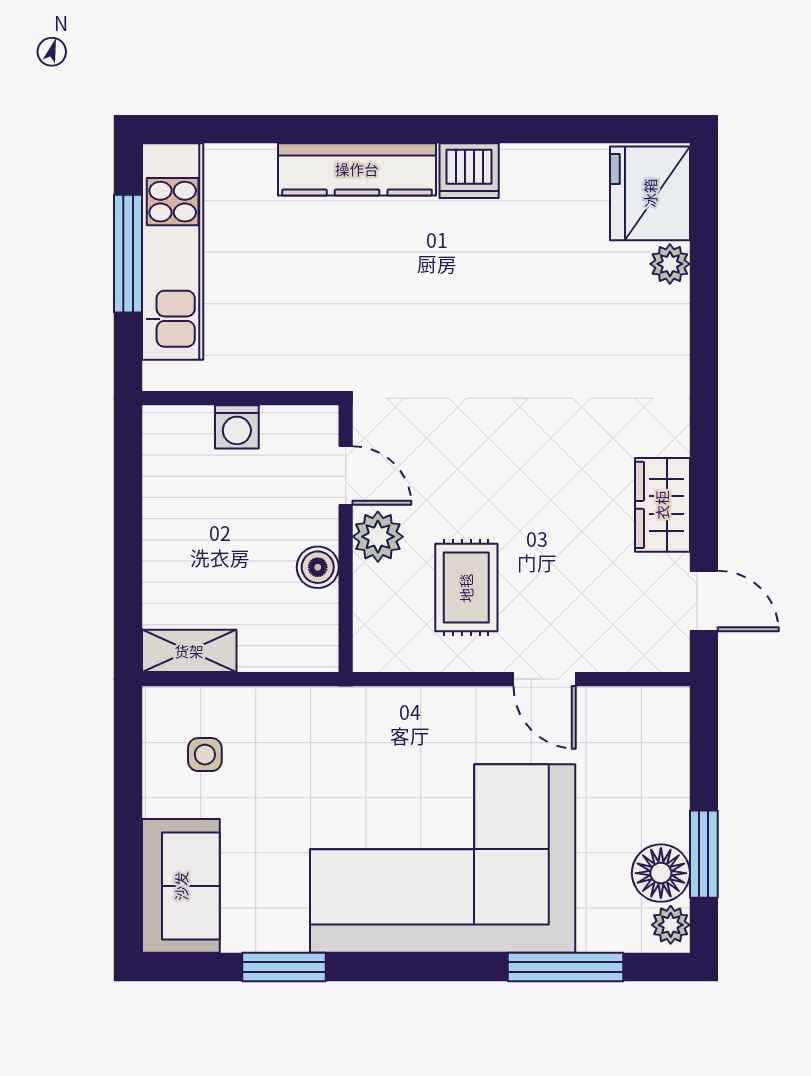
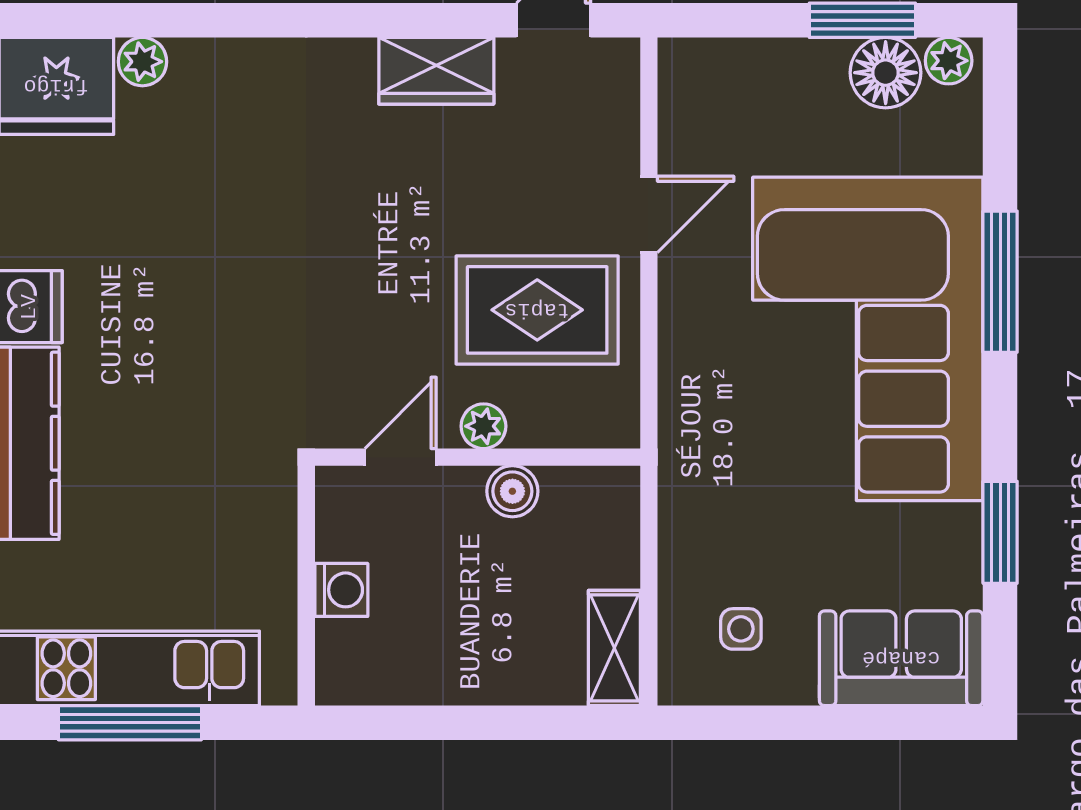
plant: (378, 537) -> (483, 426), width x0.73, depth x0.73
rug: (466, 588) -> (537, 310), width x1.36, depth x1.43
window: (566, 967) -> (1000, 282), moved

